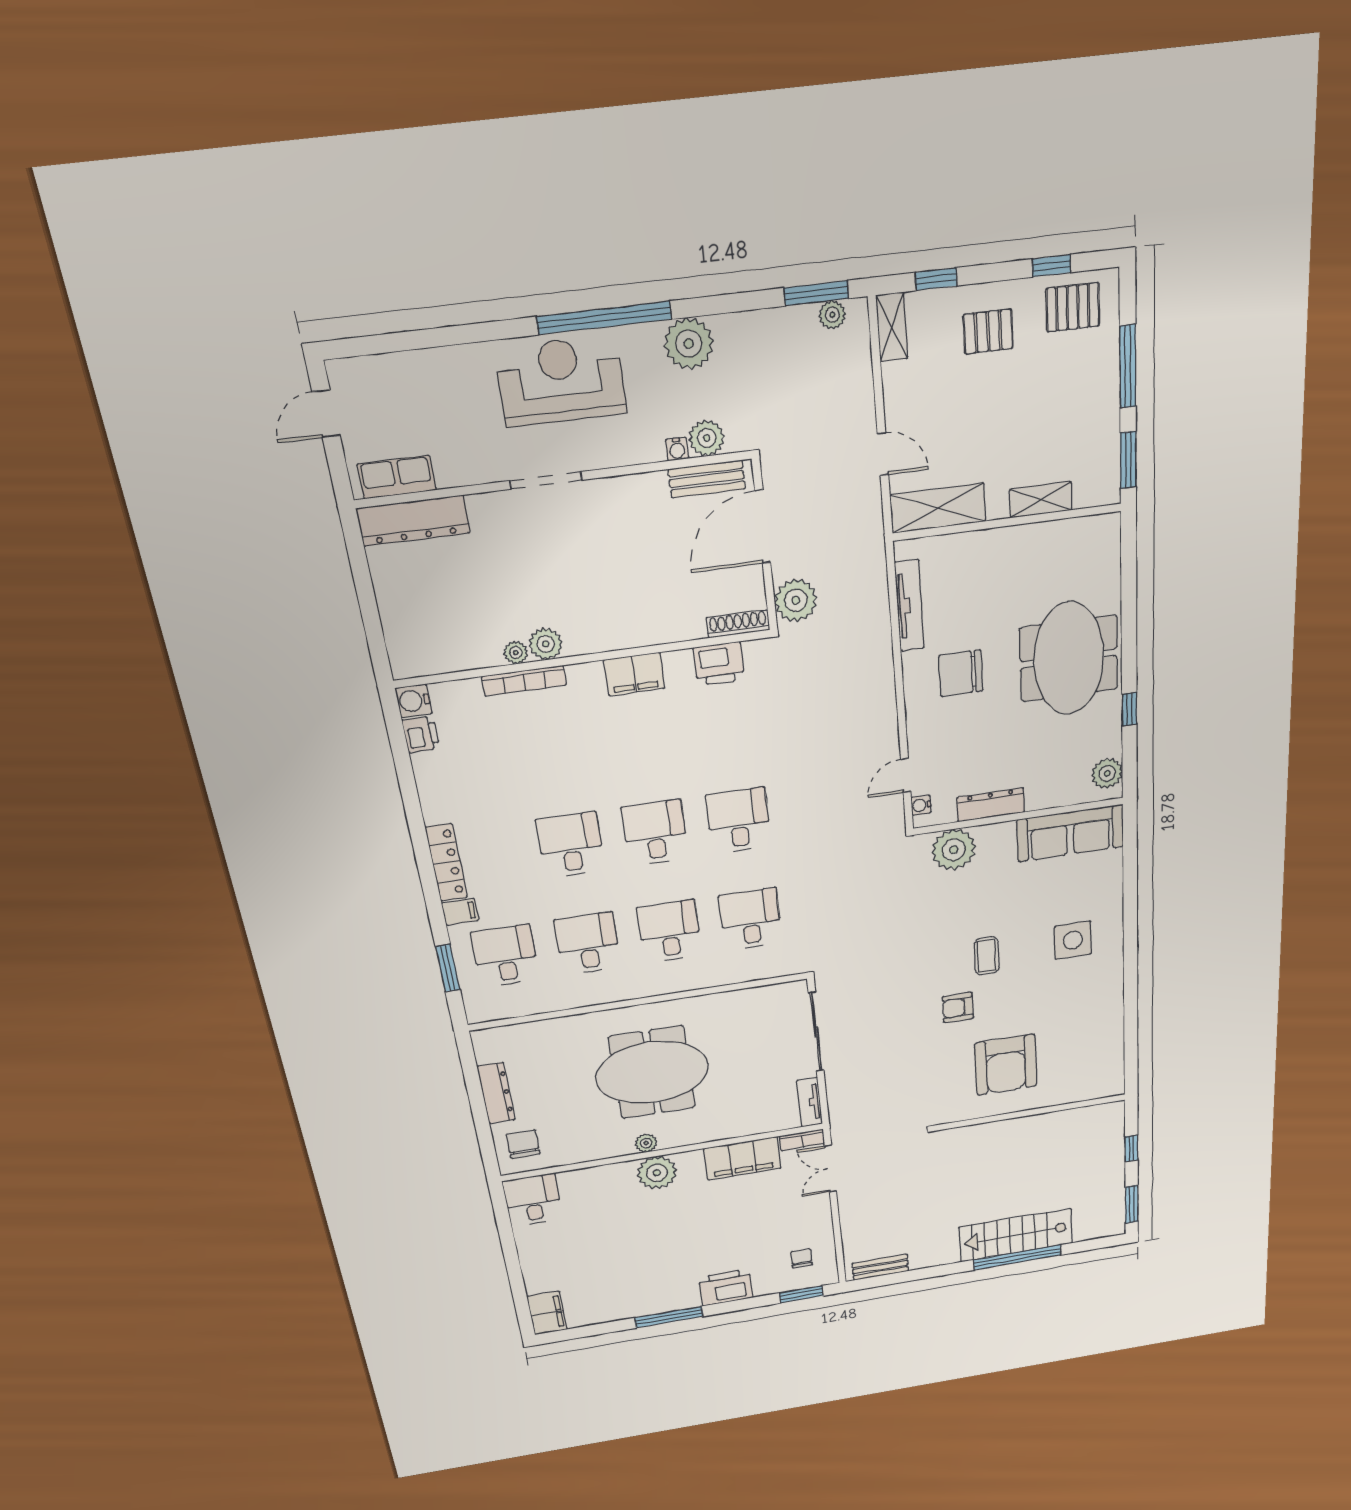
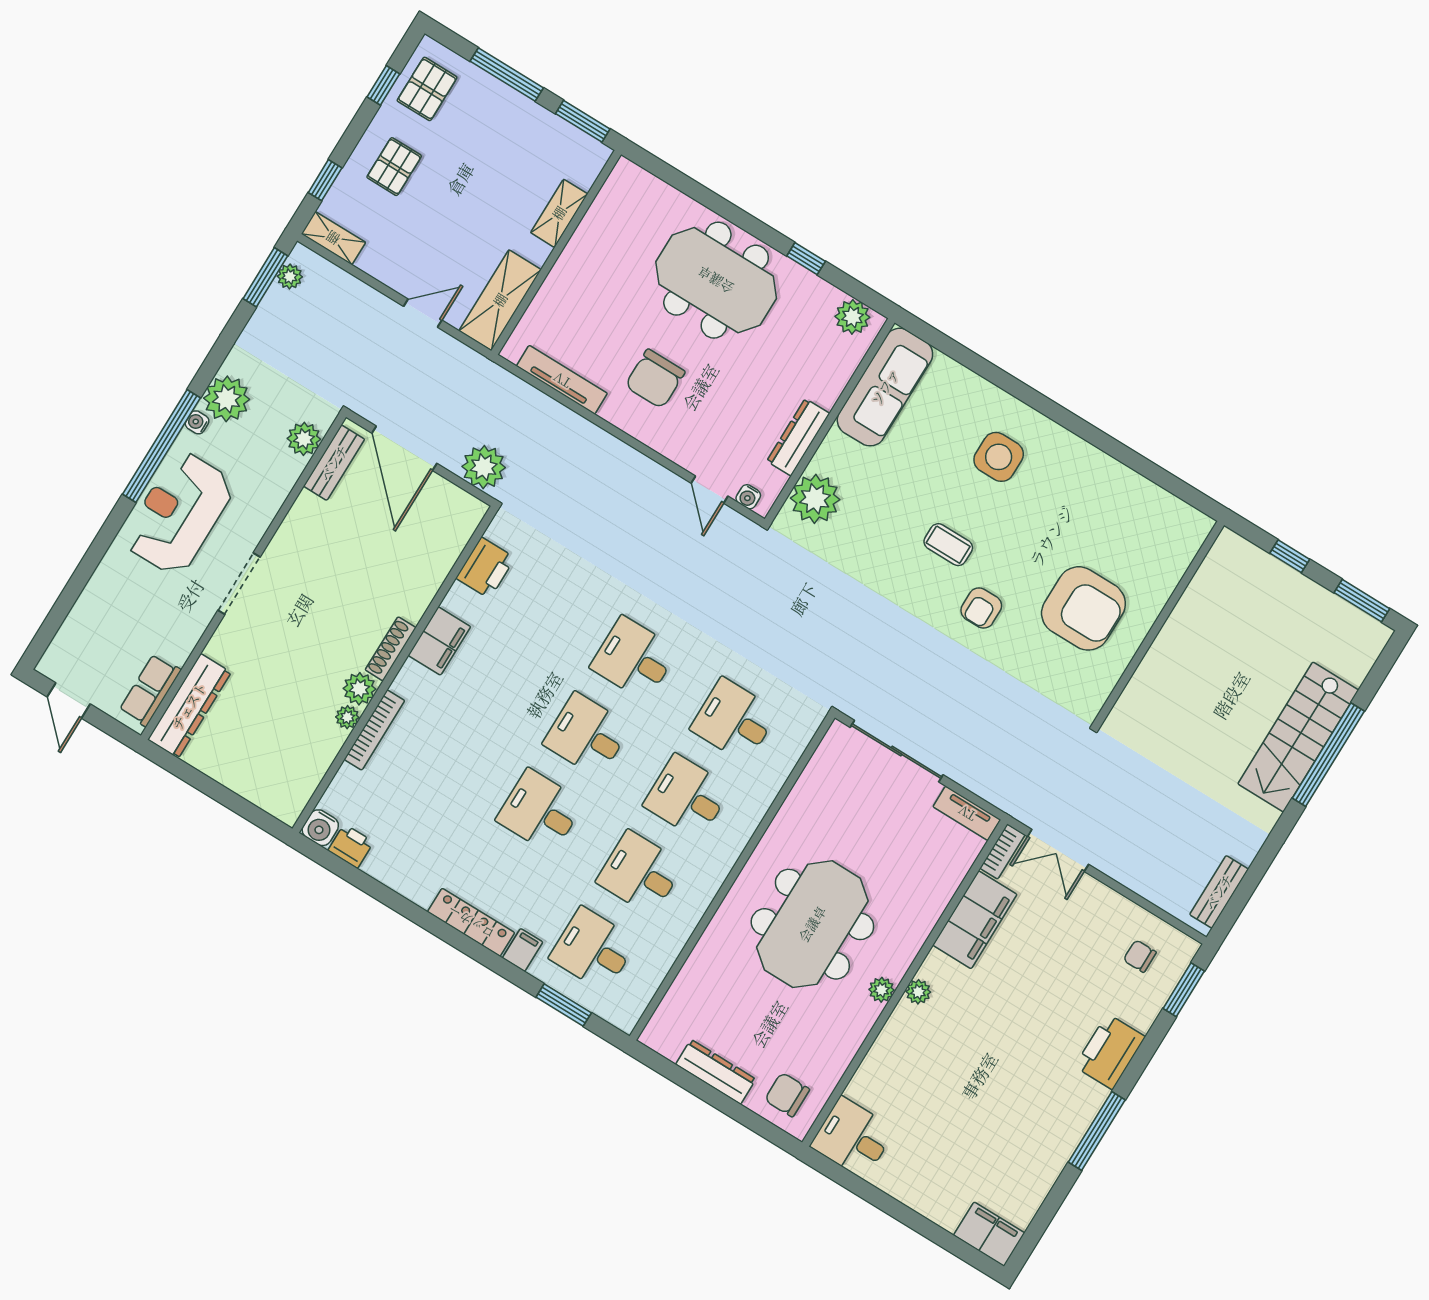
water cooler: (677, 449) -> (197, 422), moved, turned 180
shoe rack: (738, 624) -> (391, 649), moved
plant: (657, 1173) -> (918, 992), width x0.53, depth x0.53

